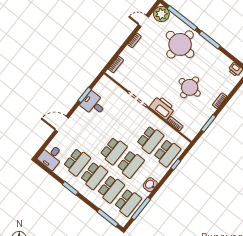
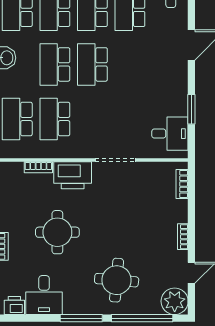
round table: (180, 44) -> (117, 280), width x0.73, depth x0.73
desk: (218, 64) -> (44, 295), added
desk: (93, 104) -> (170, 134), moved

